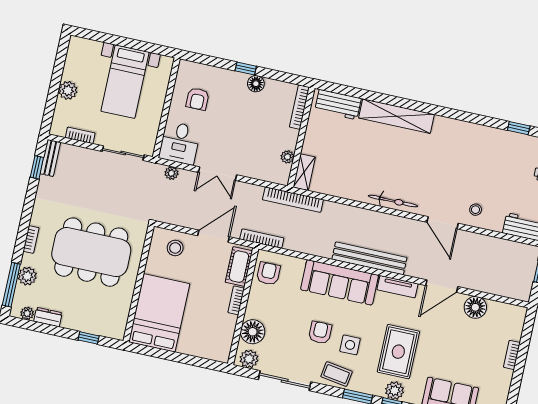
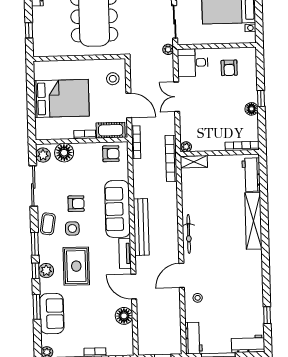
armchair: (198, 99) -> (229, 68), turned -90
plant: (287, 157) -> (186, 147), moved
plant: (171, 173) -> (168, 49), moved
bed: (159, 313) -> (61, 98), moved
rug: (398, 352) -> (76, 266), turned 90

